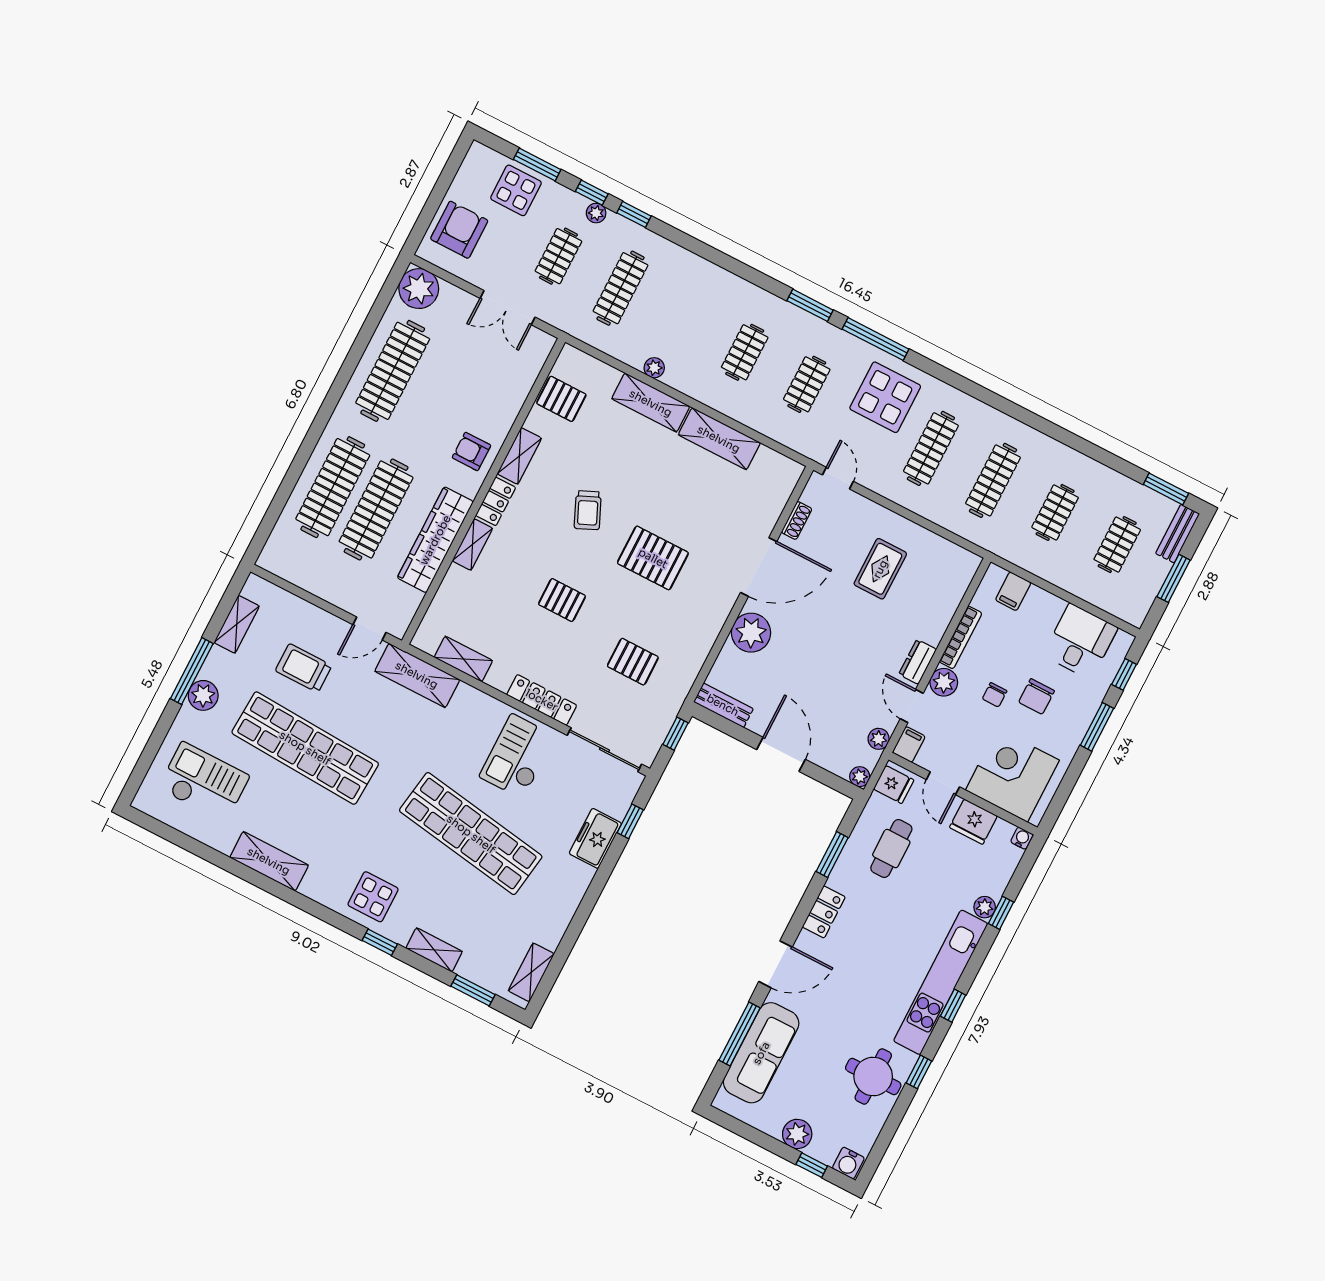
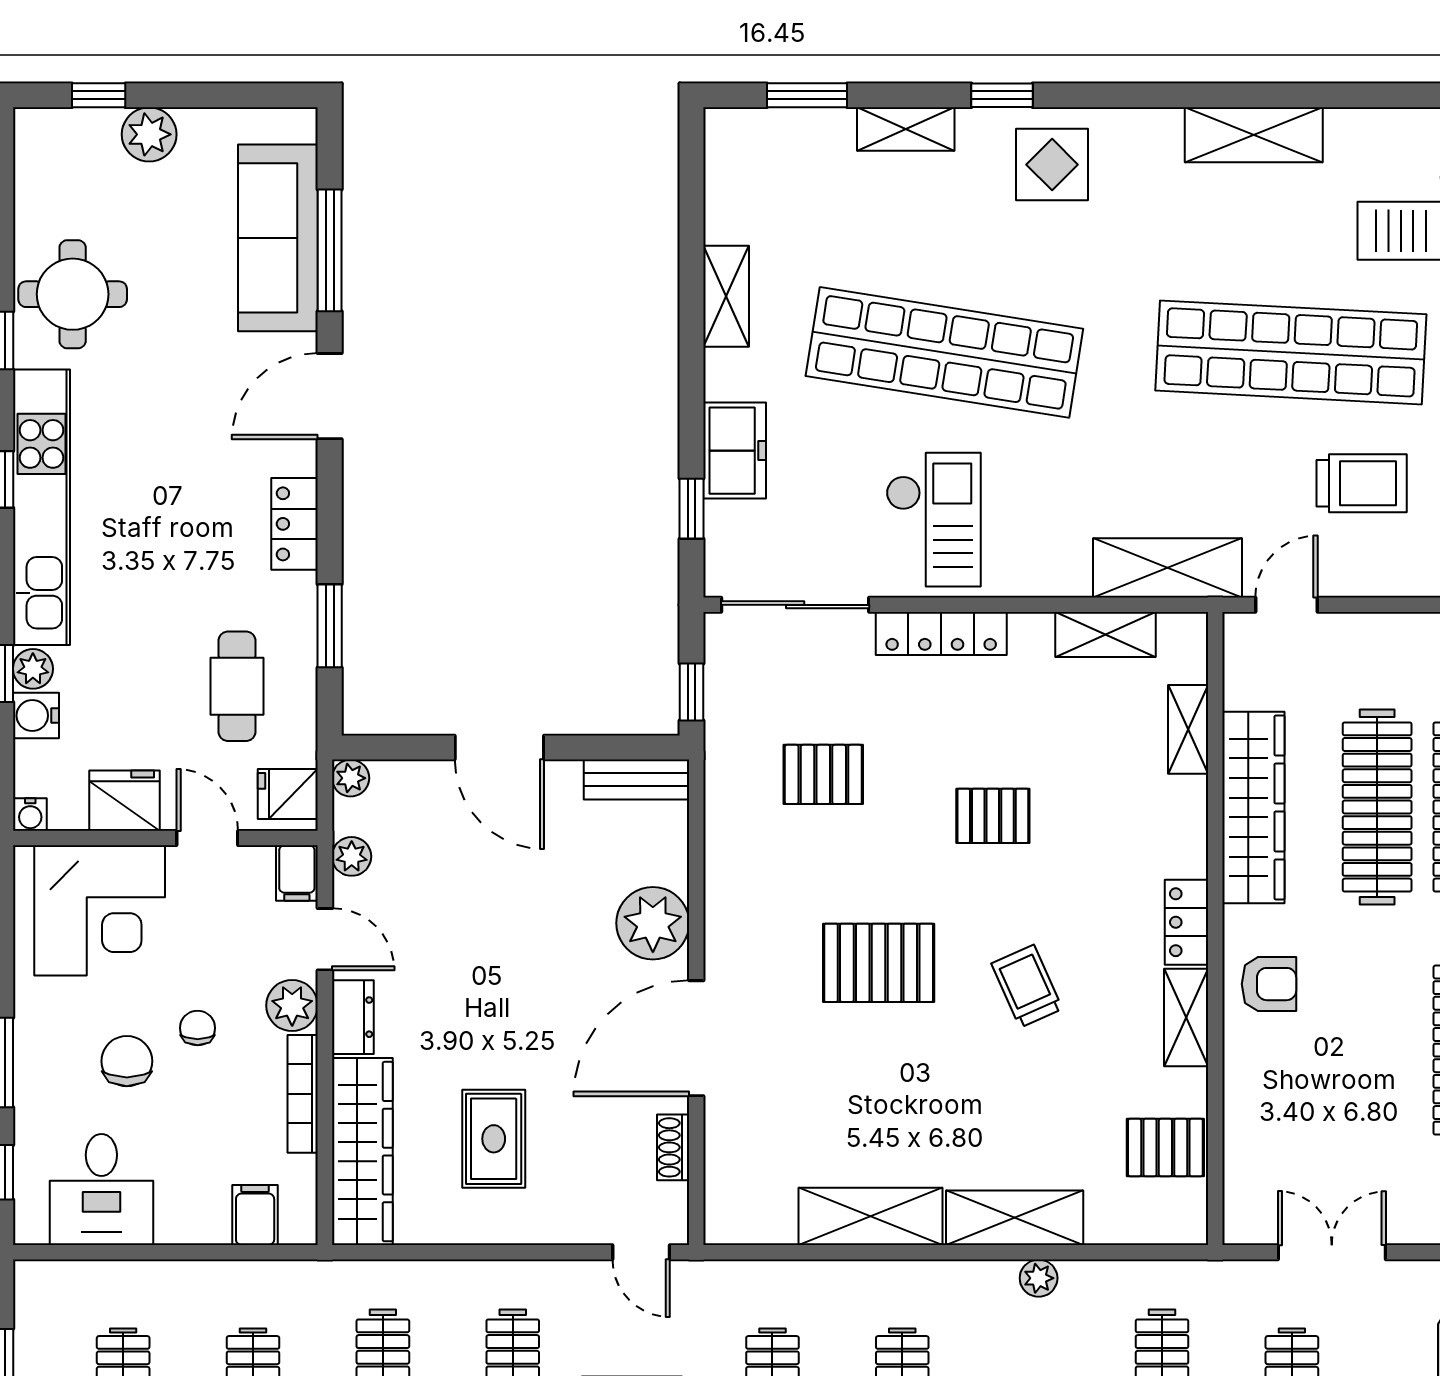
shelving: (472, 544) -> (1188, 729), moved
wardrobe: (946, 595) -> (362, 1152), added
shelving: (531, 972) -> (726, 296), moved
water cooler: (848, 1163) -> (36, 716), moved, turned -90

